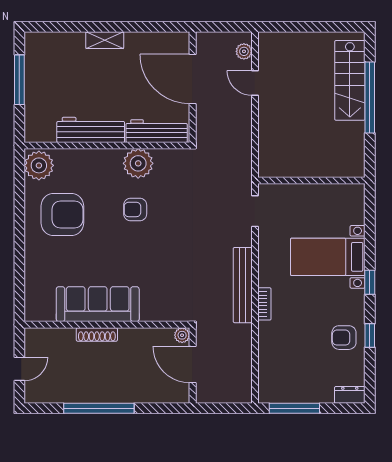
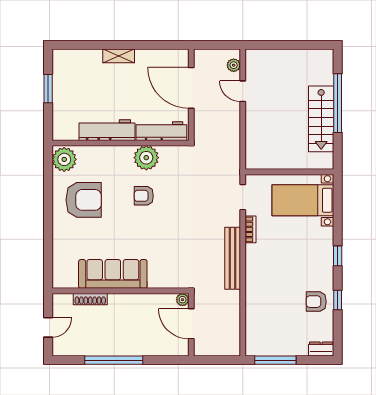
window: (19, 80) -> (48, 89), width x0.69
stairs: (350, 80) -> (321, 119), moved
bed with nightstands: (328, 257) -> (303, 200), moved
bookcase: (264, 304) -> (251, 229), moved
shoe rack: (97, 334) -> (90, 299), moved

